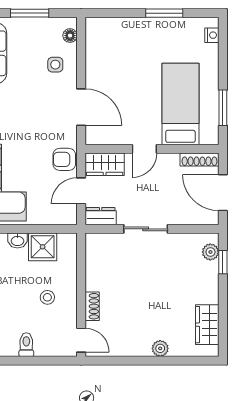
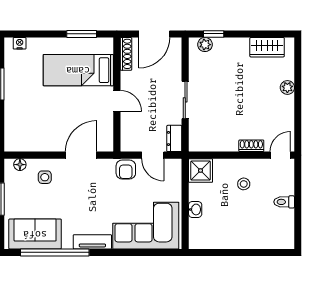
wardrobe: (105, 164) -> (130, 135), removed
shower: (43, 247) -> (201, 171), moved

